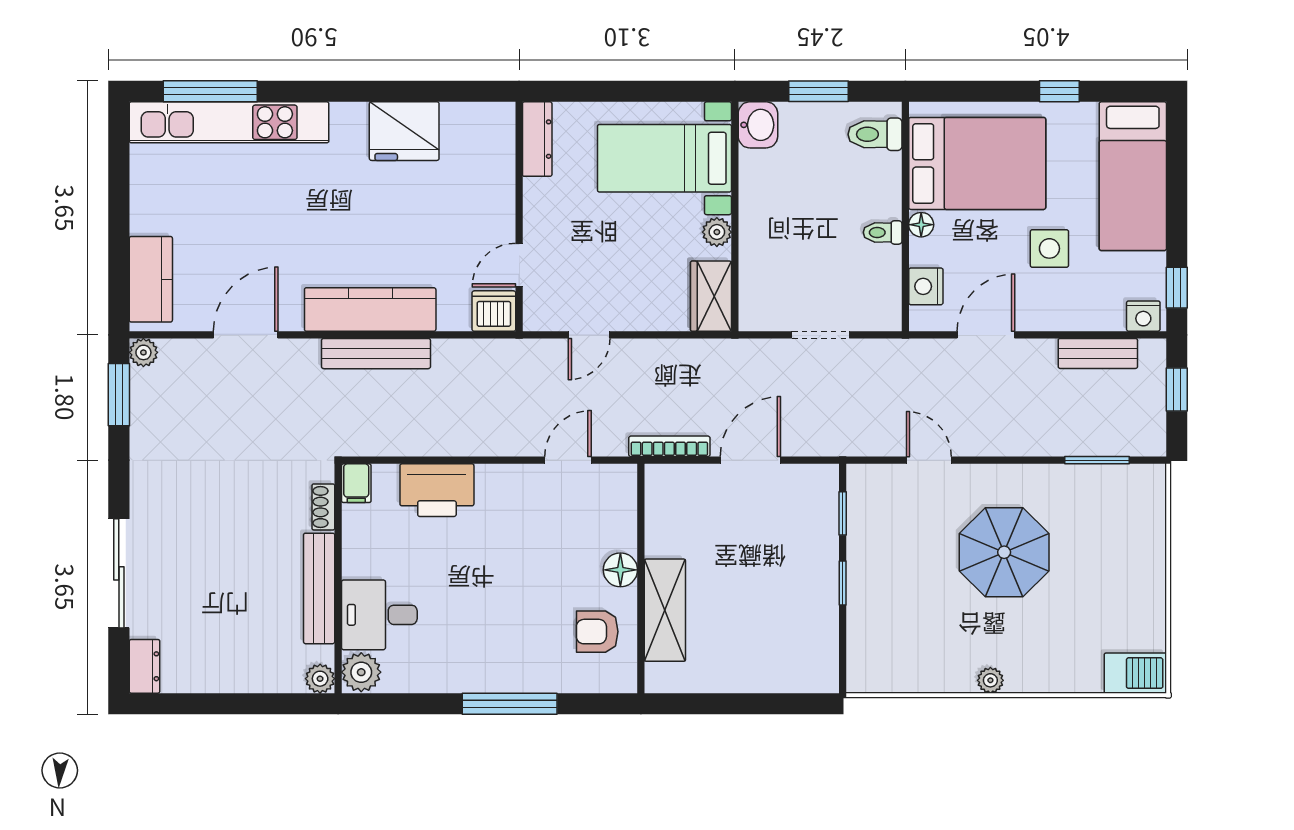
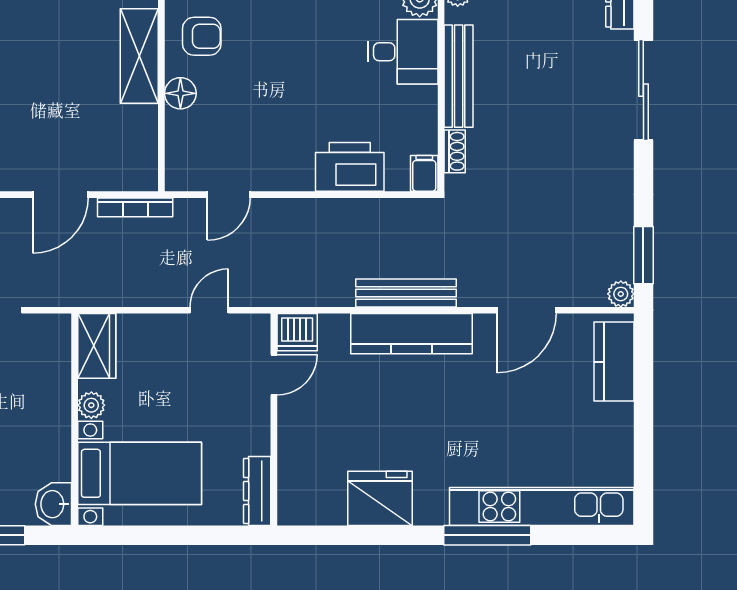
window: (210, 91) -> (487, 535), moved

